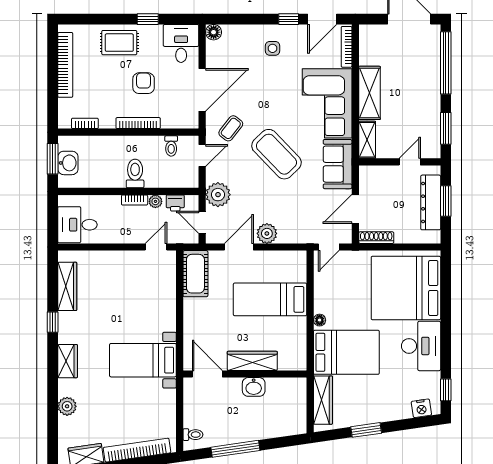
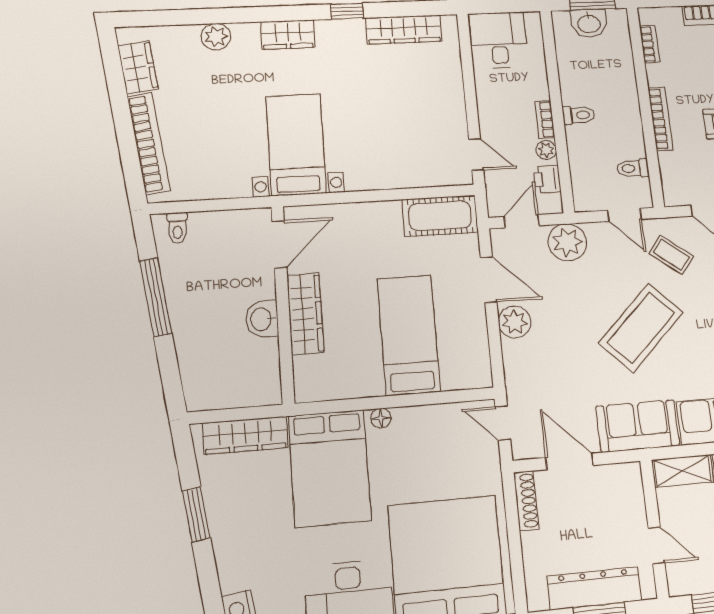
toilet: (135, 173) -> (579, 115), width x0.73, depth x0.72

